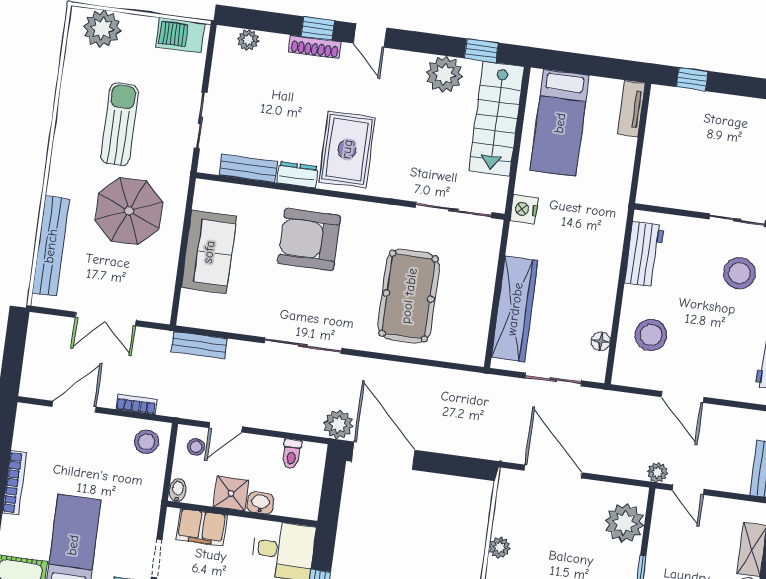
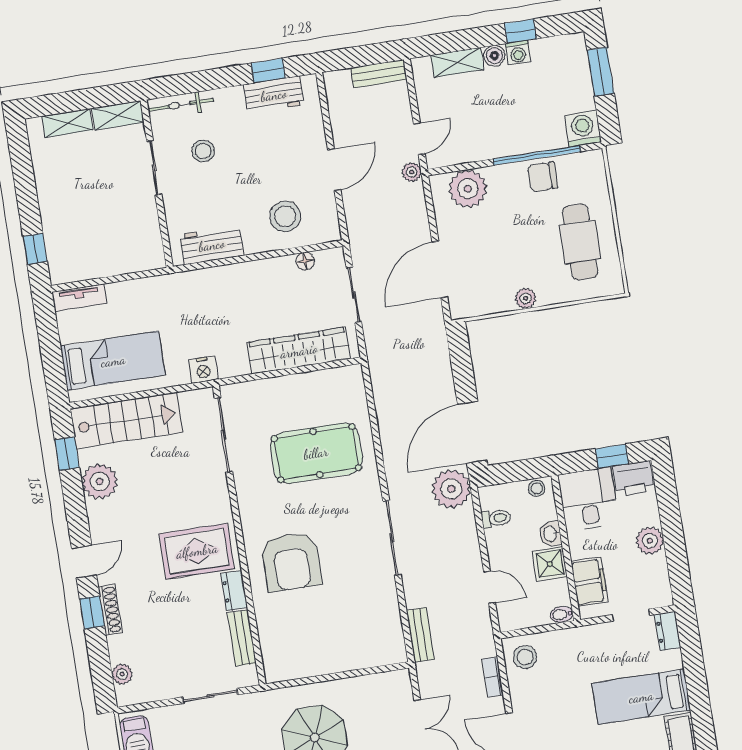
sofa: (209, 252) -> (331, 652), removed
stool: (739, 273) -> (203, 151), width x0.73, depth x0.73
plant: (338, 424) -> (451, 489), width x1.36, depth x1.36
stool: (196, 447) -> (537, 488), moved

